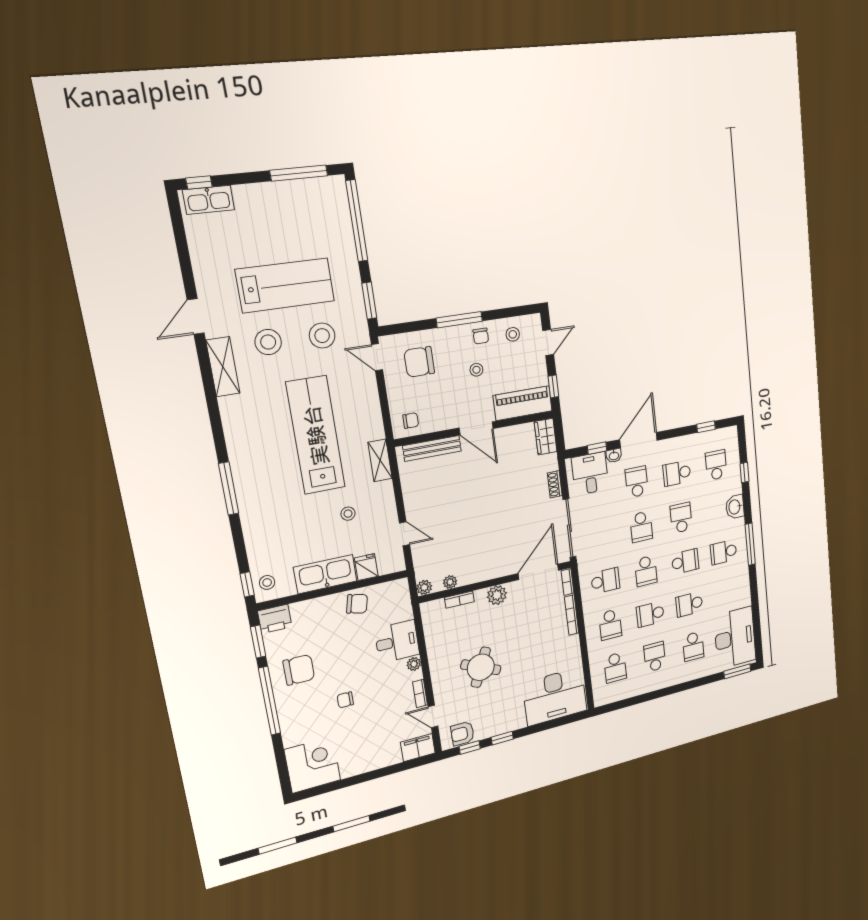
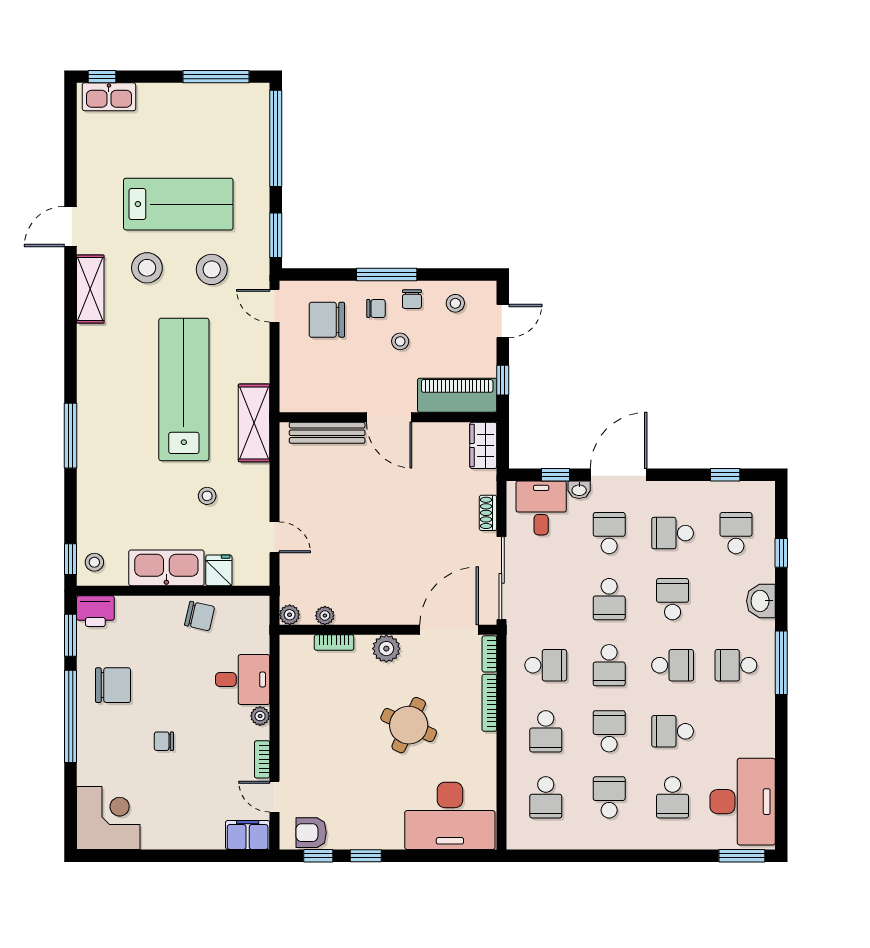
chair: (411, 421) -> (376, 308), moved
shelving: (380, 460) -> (254, 423), width x1.50, depth x1.33
school desk: (650, 614) -> (609, 731), turned 90
round table: (481, 667) -> (409, 725), moved

